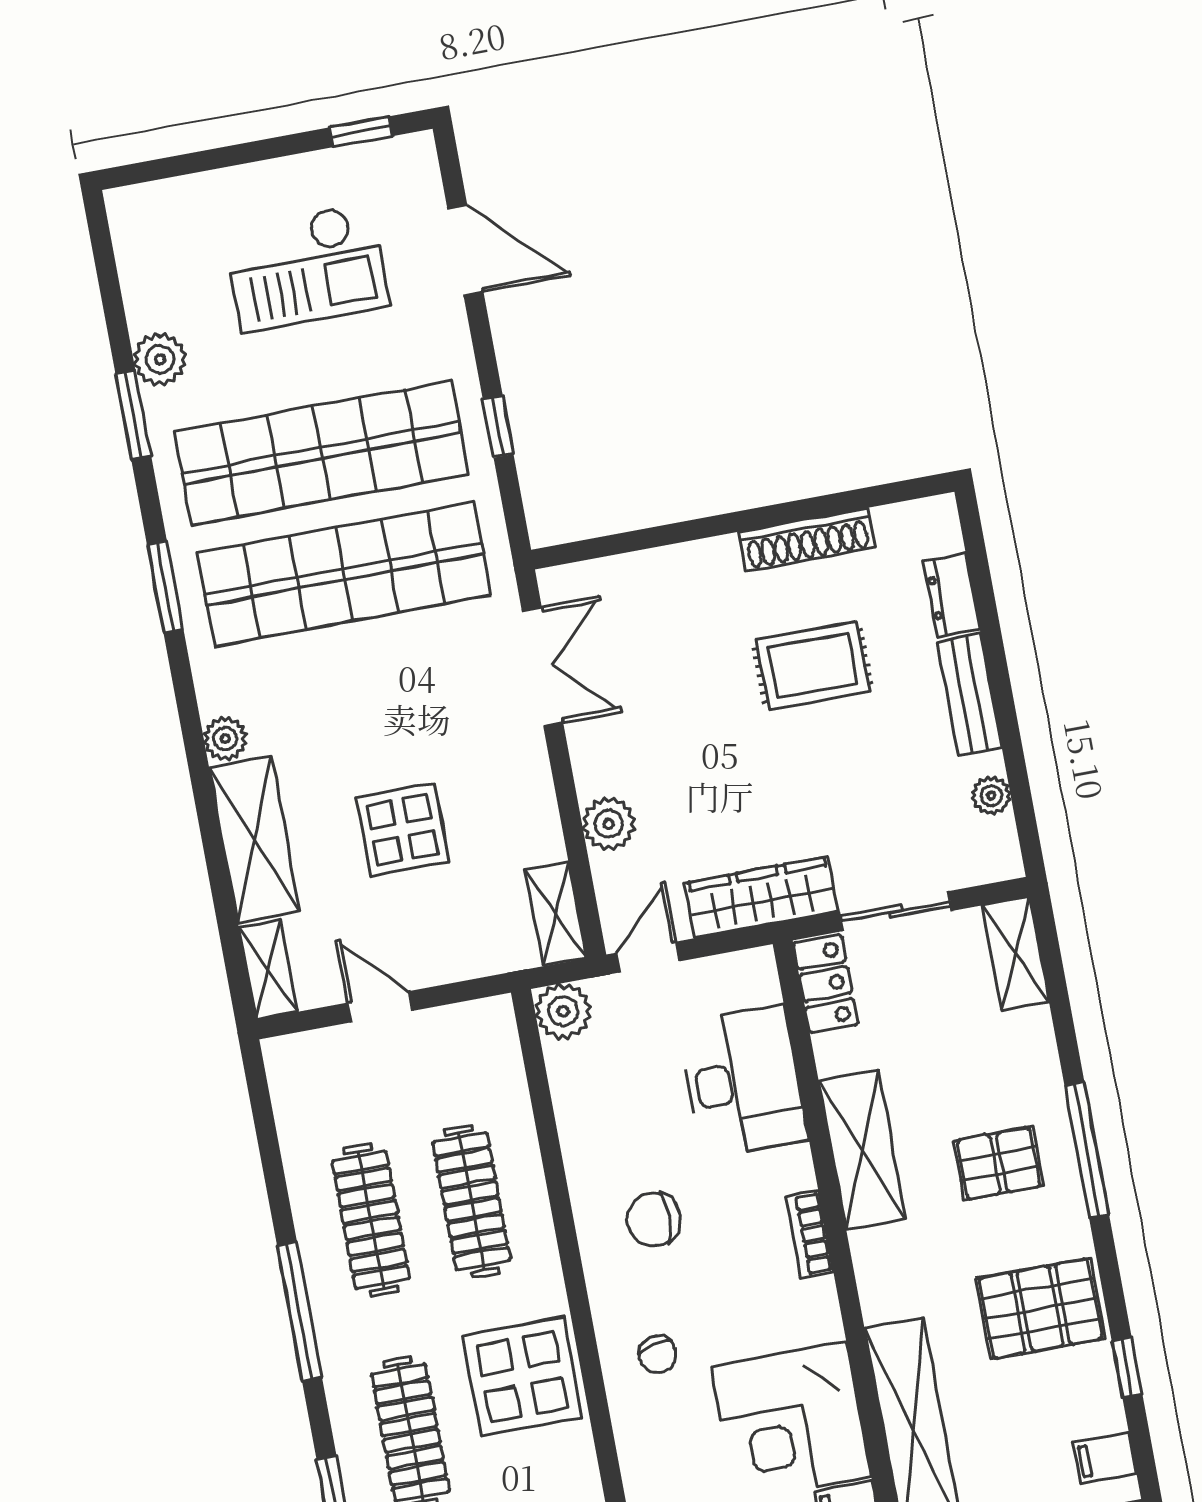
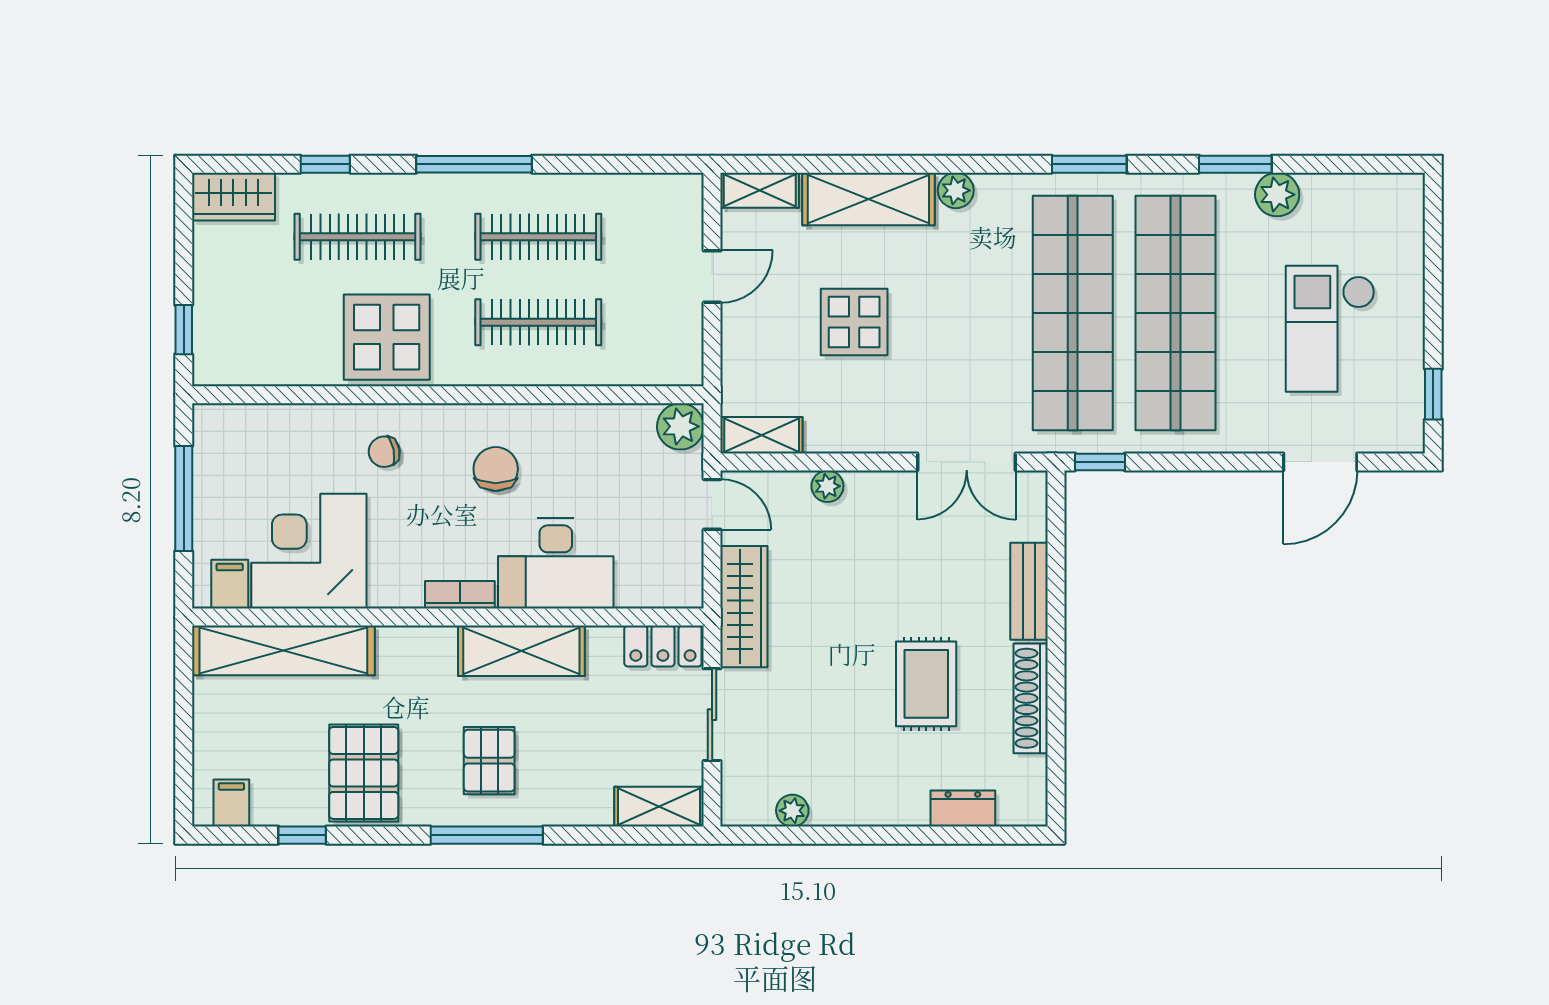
window: (498, 427) -> (1100, 462), moved
bench: (969, 695) -> (1029, 591), moved, turned 90
plant: (609, 824) -> (827, 486), width x0.73, depth x0.73
desk: (743, 1082) -> (556, 563), moved

